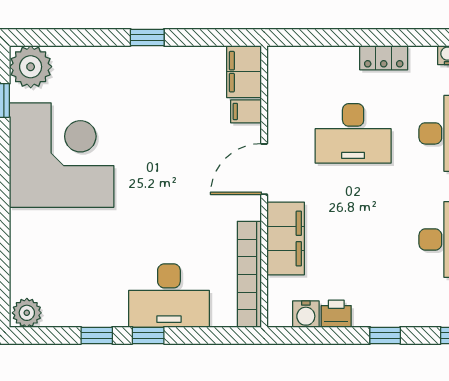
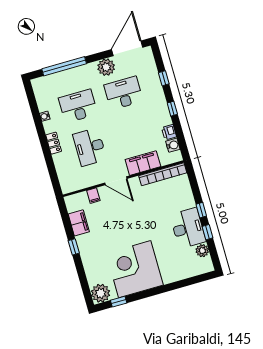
filing cabinet: (244, 72) -> (79, 223), moved, turned -90
desk: (353, 133) -> (90, 147), turned 180
desk: (169, 296) -> (188, 228), moved
plant: (27, 313) -> (202, 251), moved

